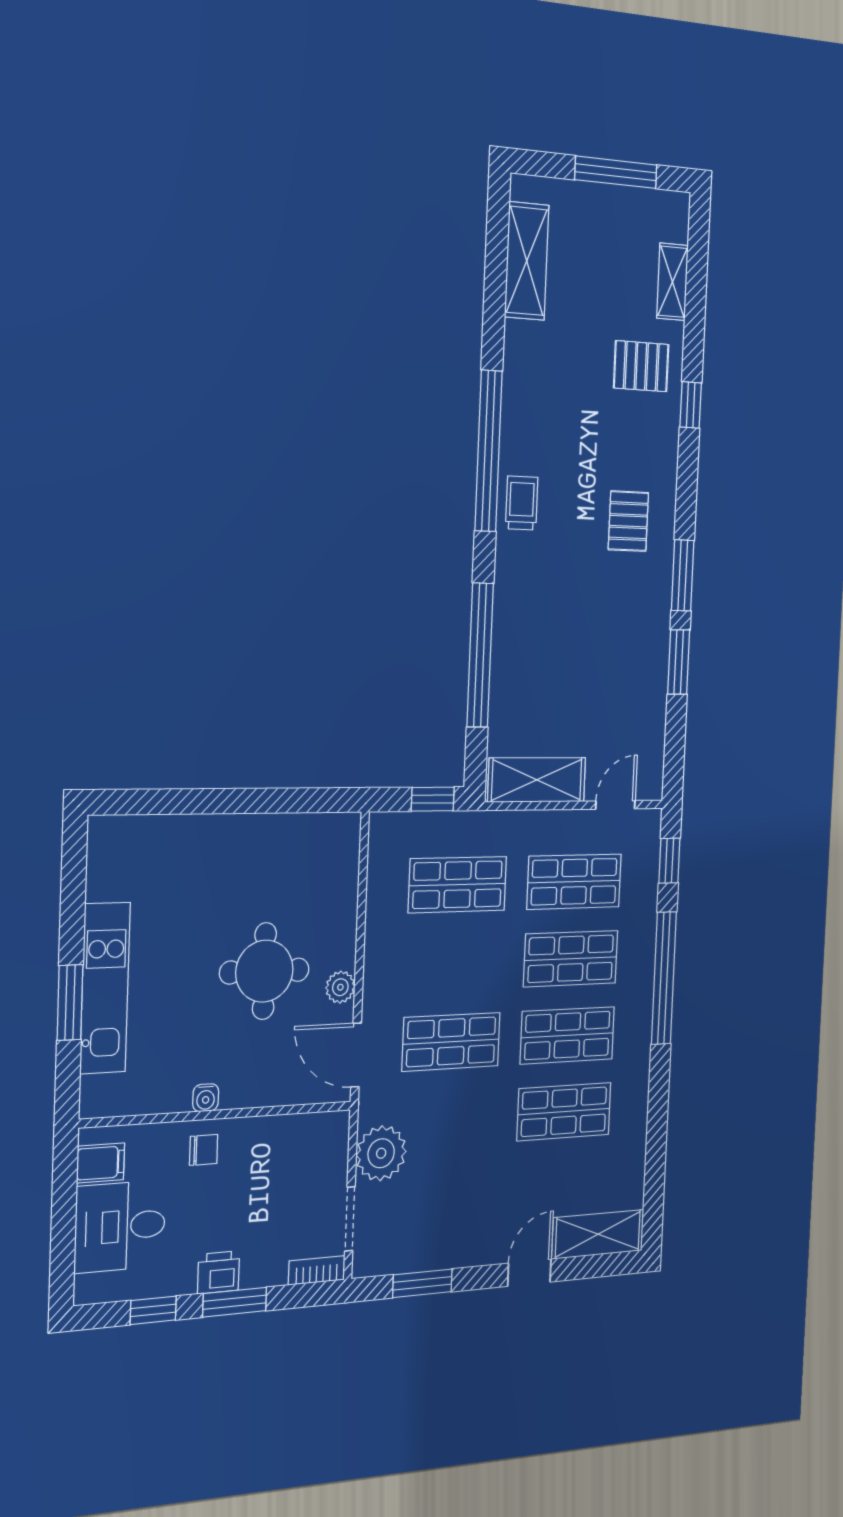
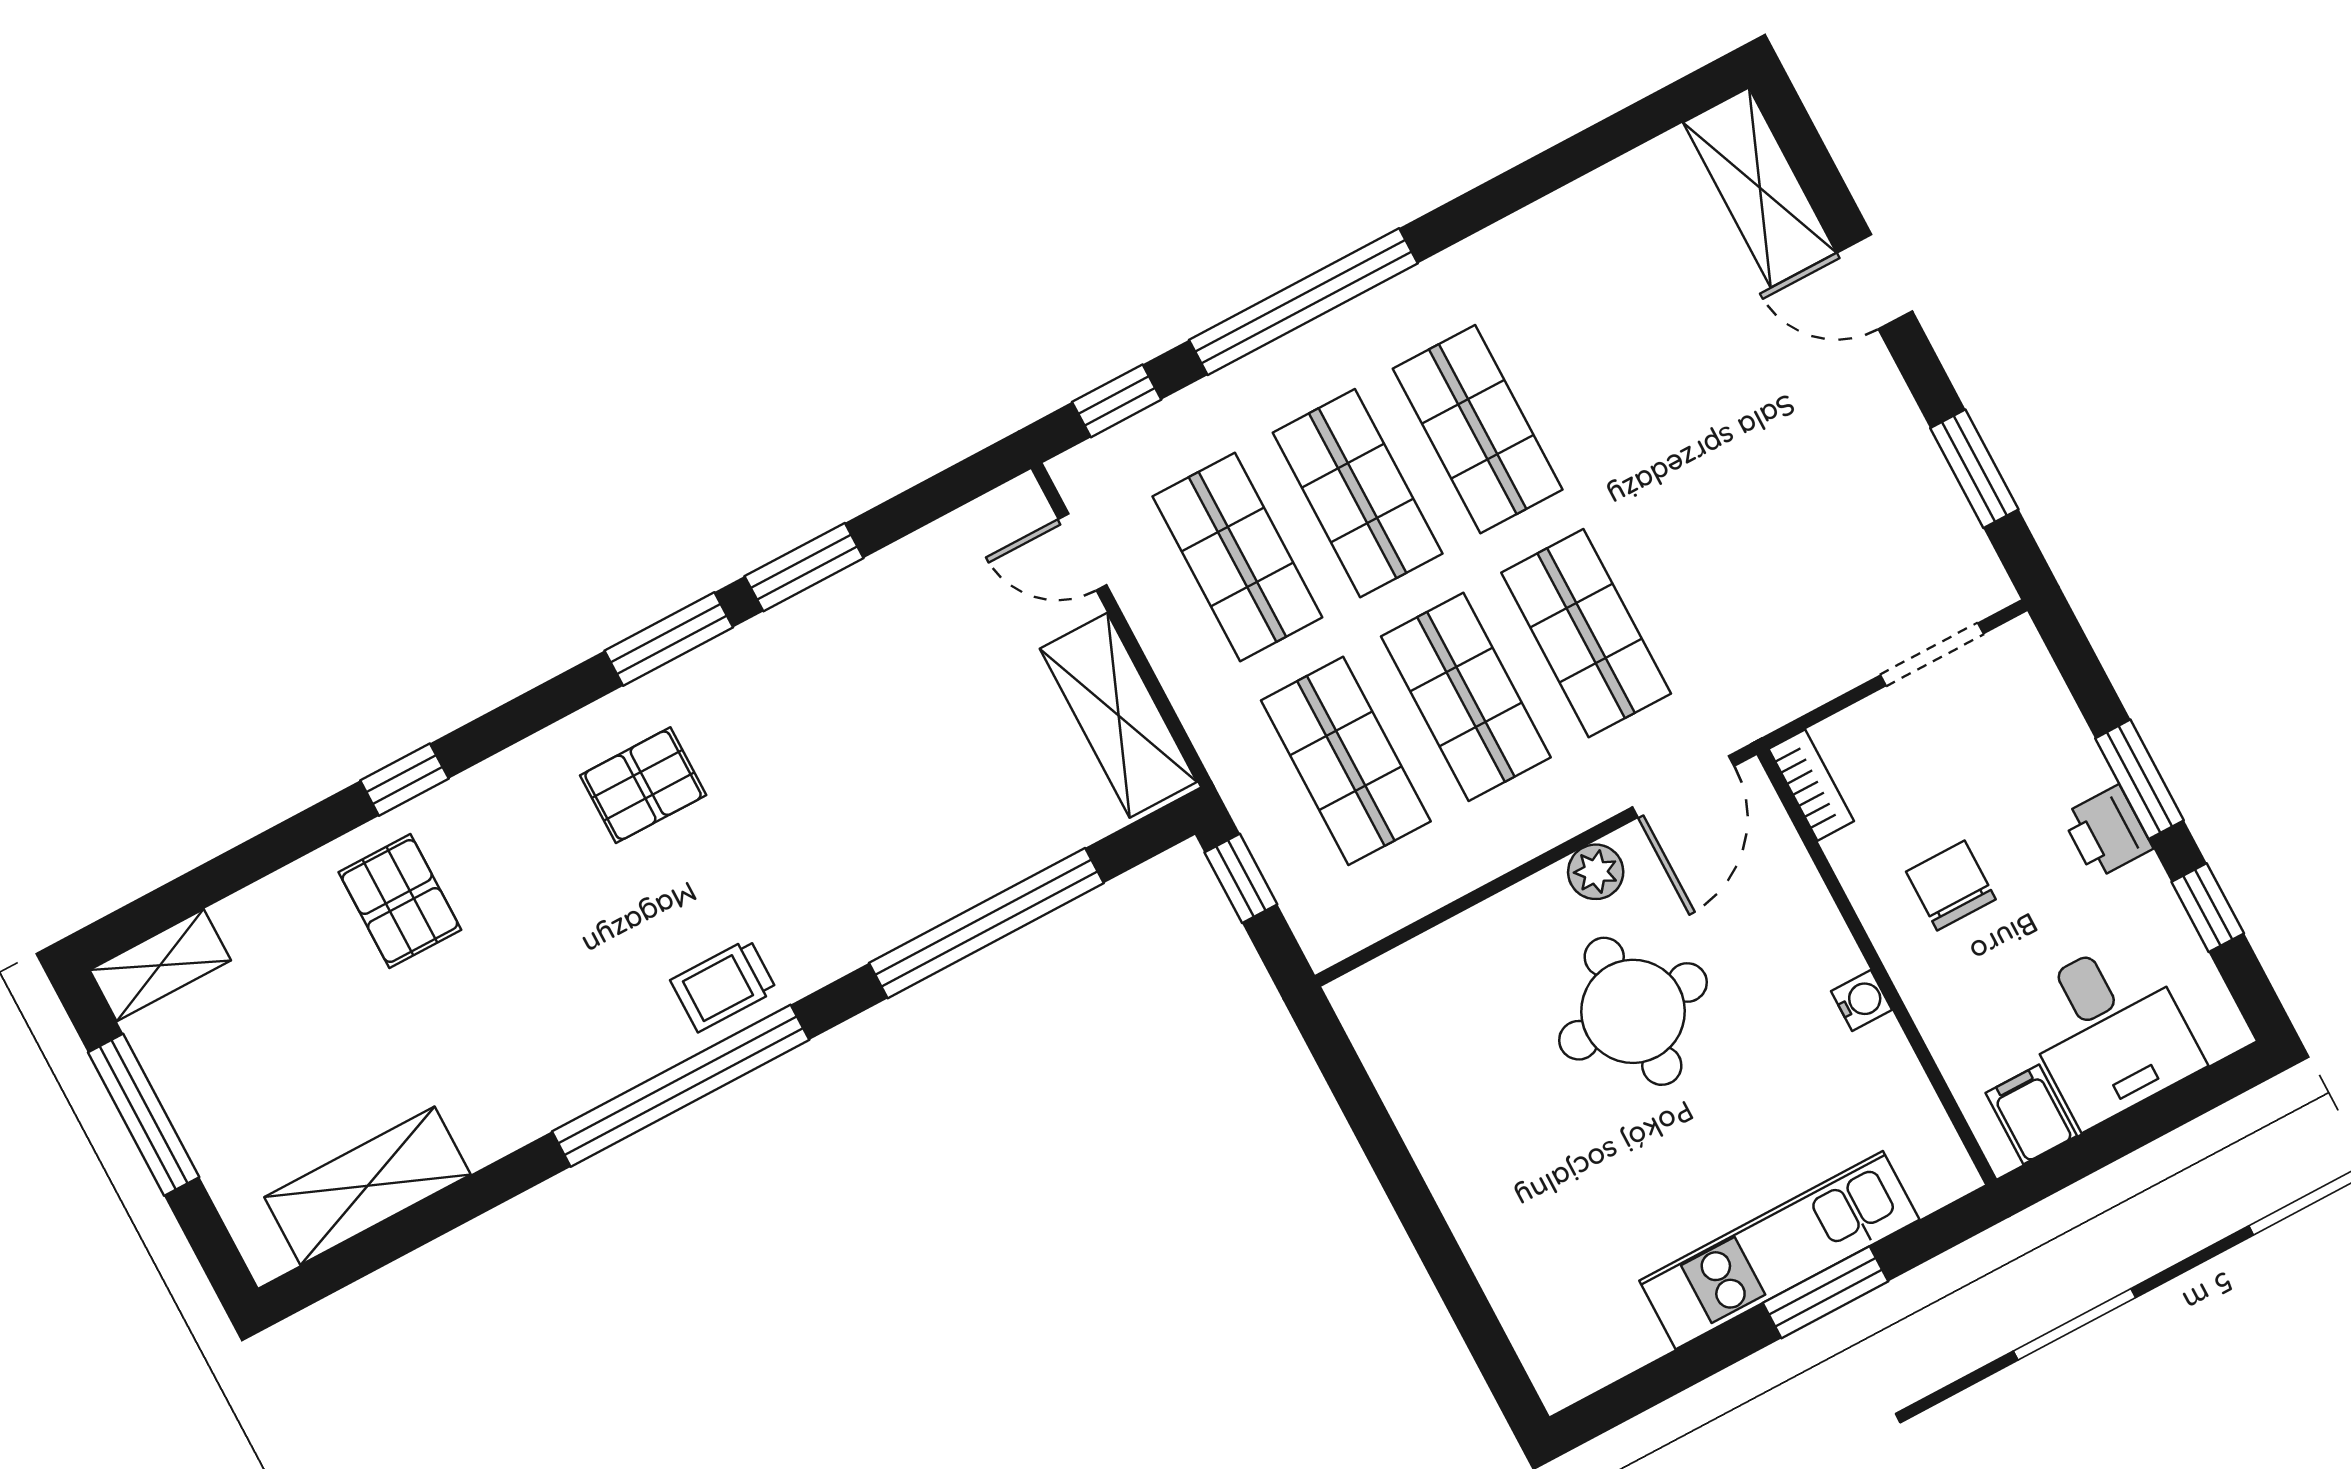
shelving: (672, 282) -> (160, 965), moved
shop shelf: (564, 1112) -> (1466, 697), moved
chair: (204, 1150) -> (1951, 886), moved, width x1.37, depth x1.37
plant: (381, 1153) -> (1810, 658), removed
bookcase: (317, 1270) -> (1811, 785), moved, turned 180

